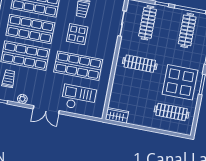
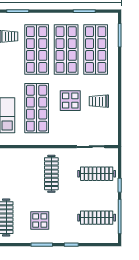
display table: (180, 82) -> (40, 220), width x0.54, depth x0.54

